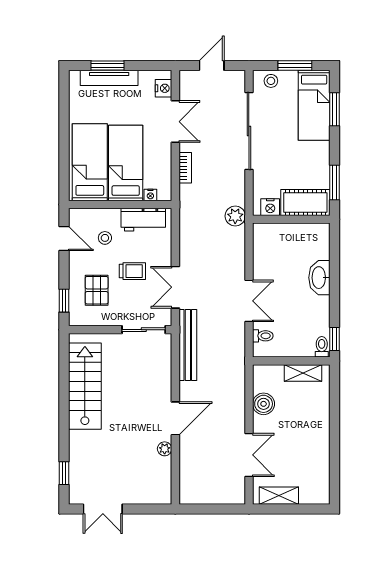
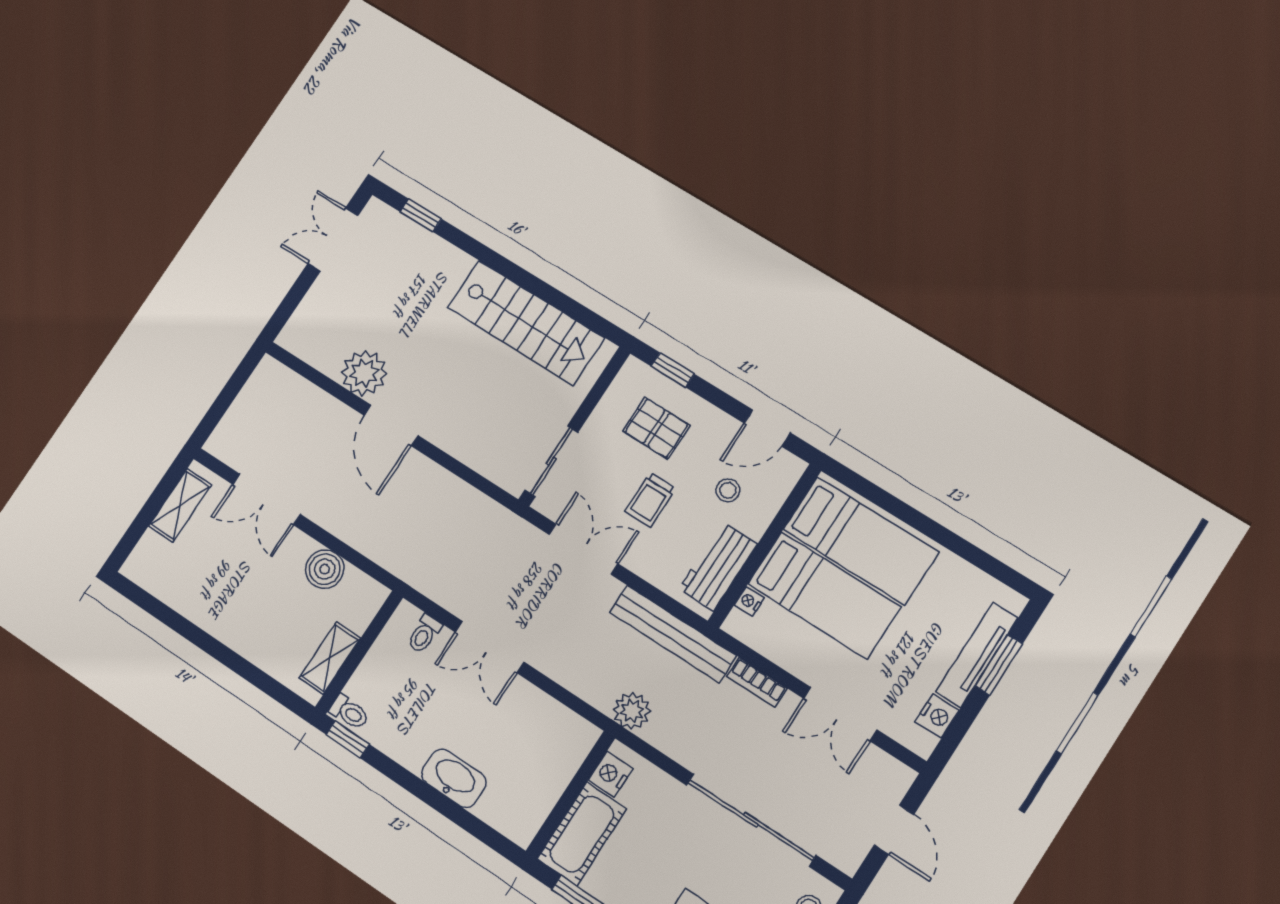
nightstand: (163, 88) -> (937, 716), moved, turned -90
bench: (188, 345) -> (673, 634), moved
plant: (165, 449) -> (364, 373), width x1.88, depth x1.88

